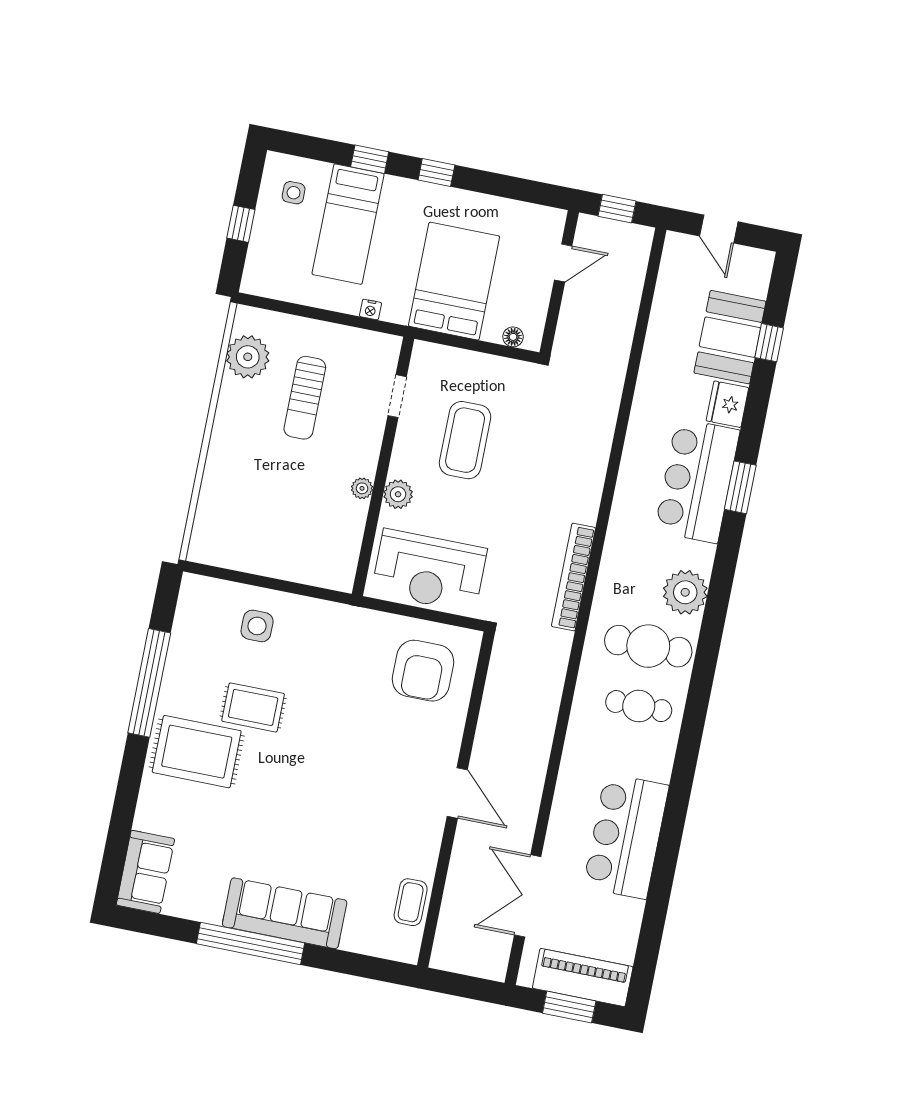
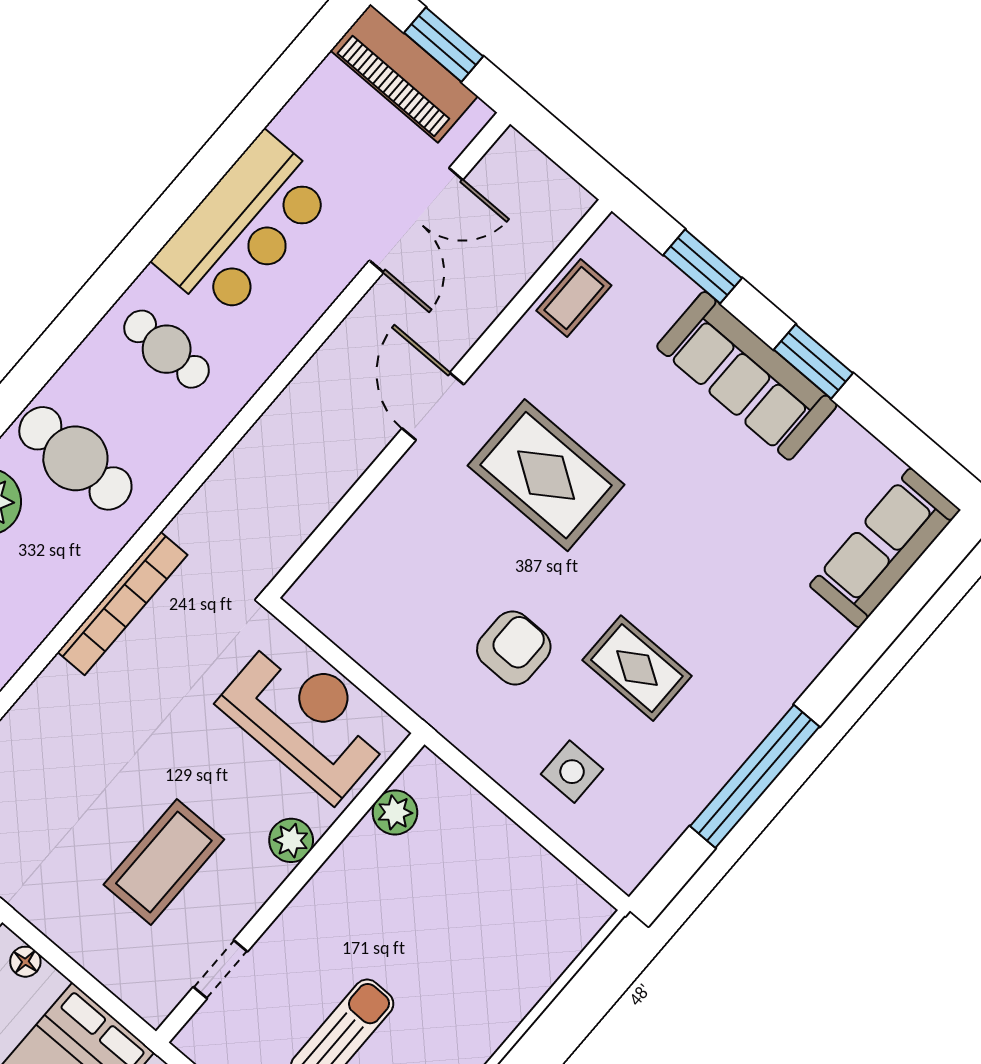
plant: (362, 488) -> (395, 812), moved, width x1.38, depth x1.38
armchair: (423, 671) -> (514, 648), moved, width x0.73, depth x0.73
cafe table: (639, 706) -> (167, 349), moved
rug: (197, 752) -> (546, 475), moved
sofa: (145, 872) -> (885, 548), width x1.36
window: (251, 943) -> (813, 361), width x0.47
window: (346, 963) -> (703, 266), added

